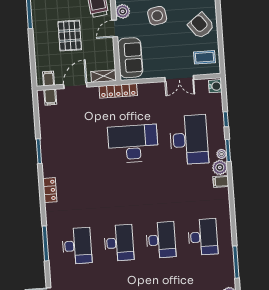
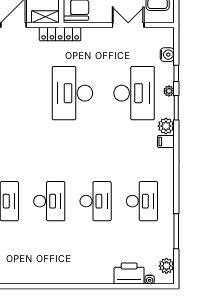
double door: (179, 78) -> (128, 25), swing flipped
water cooler: (215, 86) -> (167, 55), moved
desk: (133, 144) -> (72, 93), turned -90
plant: (222, 154) -> (169, 91), moved

